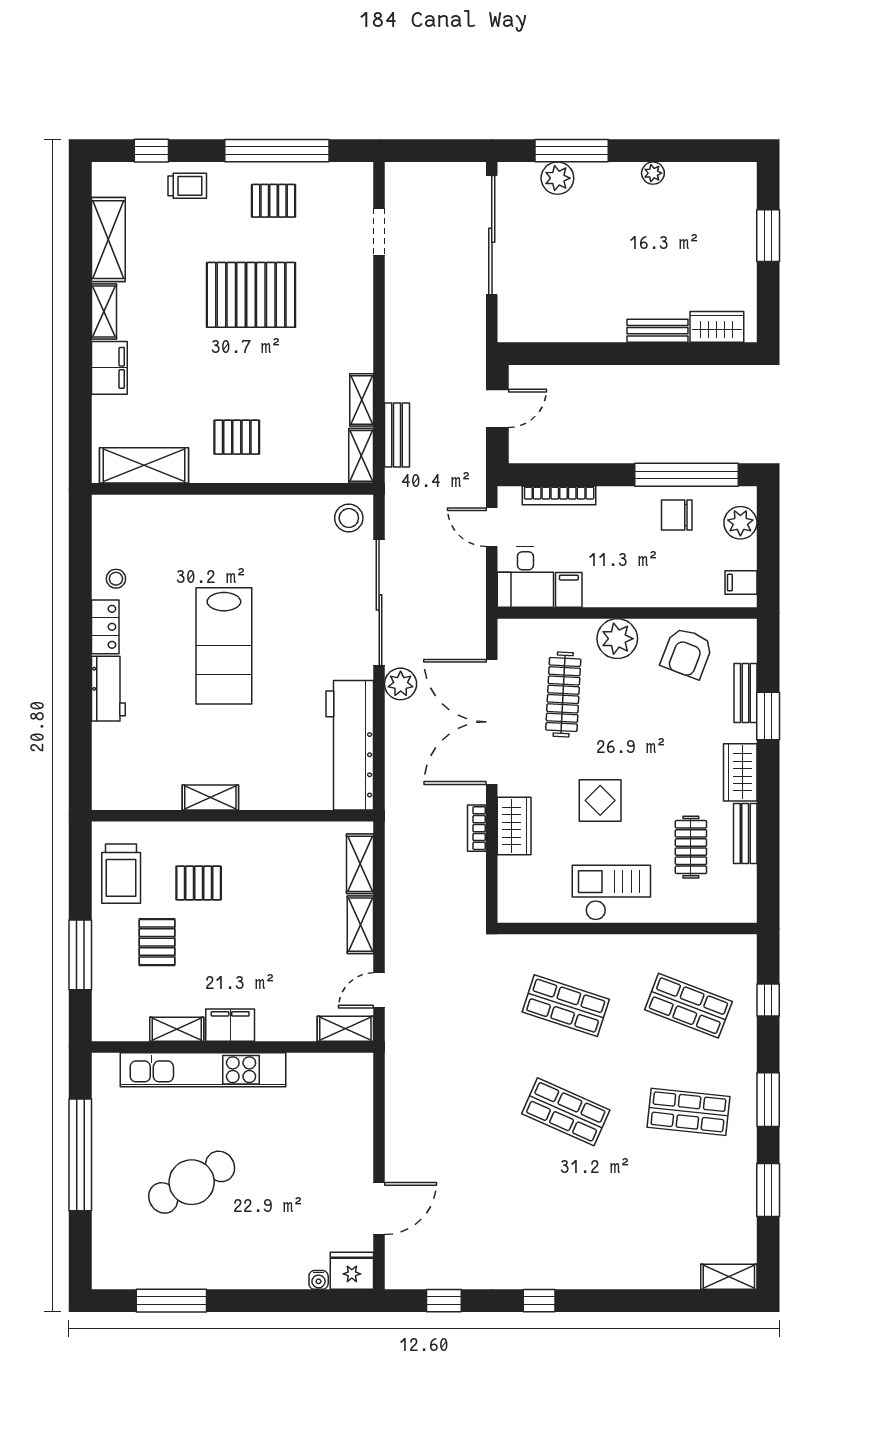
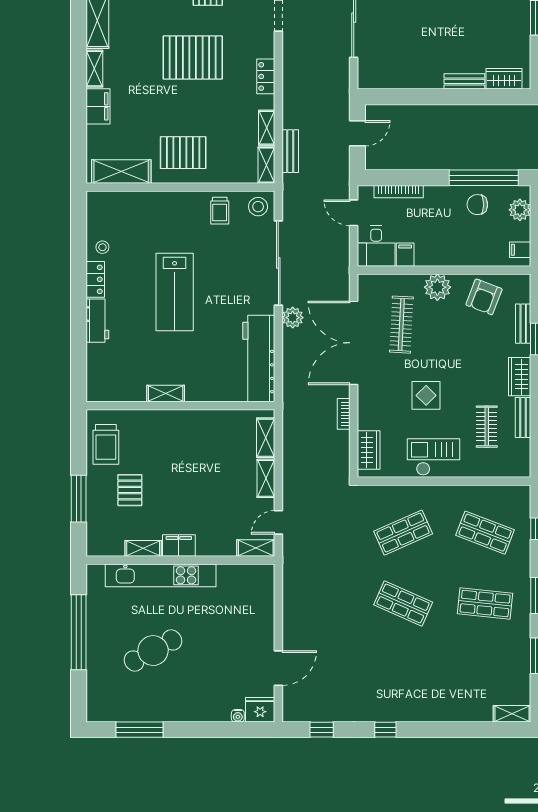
locker: (360, 323) -> (266, 76), added
pallet: (237, 437) -> (183, 153), width x1.50, depth x1.42
trolley: (291, 524) -> (220, 211), added
wardrobe: (514, 826) -> (369, 450), moved
pallet: (199, 883) -> (158, 451), removed
shop shelf: (566, 1006) -> (403, 533), turned -42

